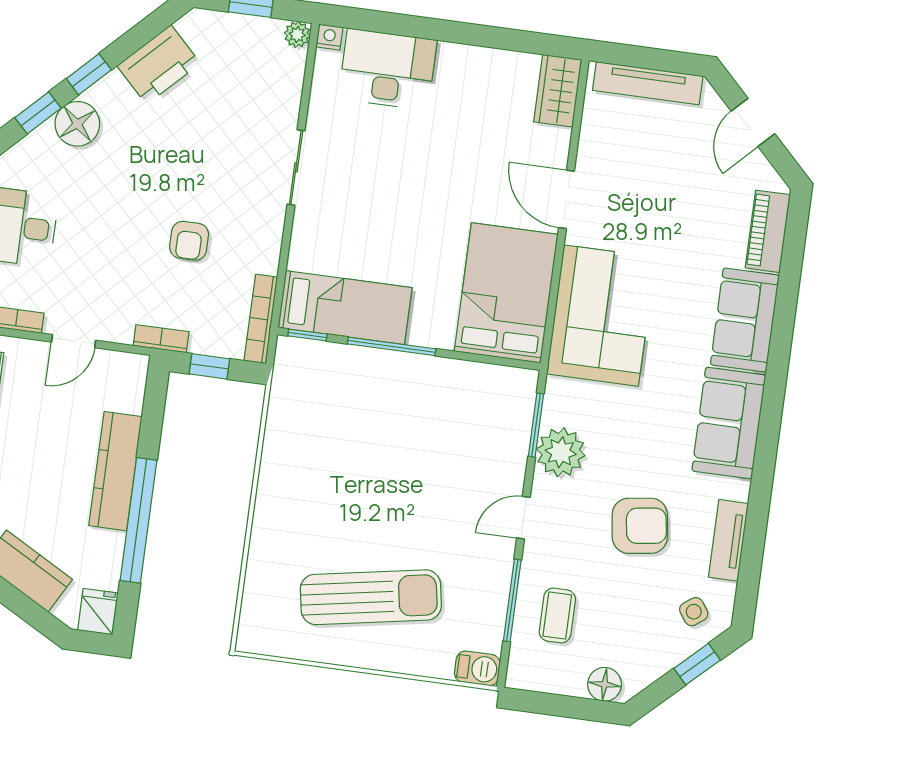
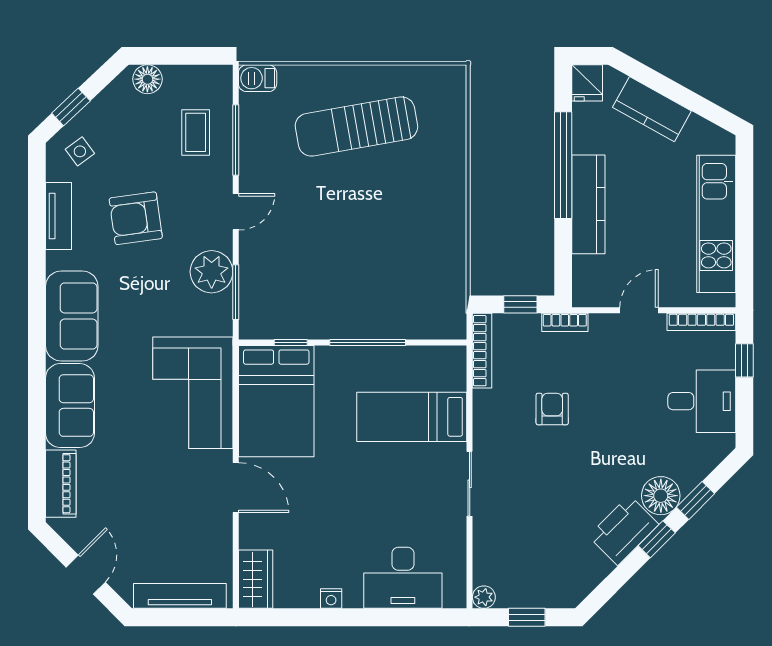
nightstand: (329, 37) -> (331, 599), moved
printer: (159, 65) -> (623, 530), moved
bed: (345, 308) -> (412, 417), moved
window: (307, 335) -> (291, 342), moved

